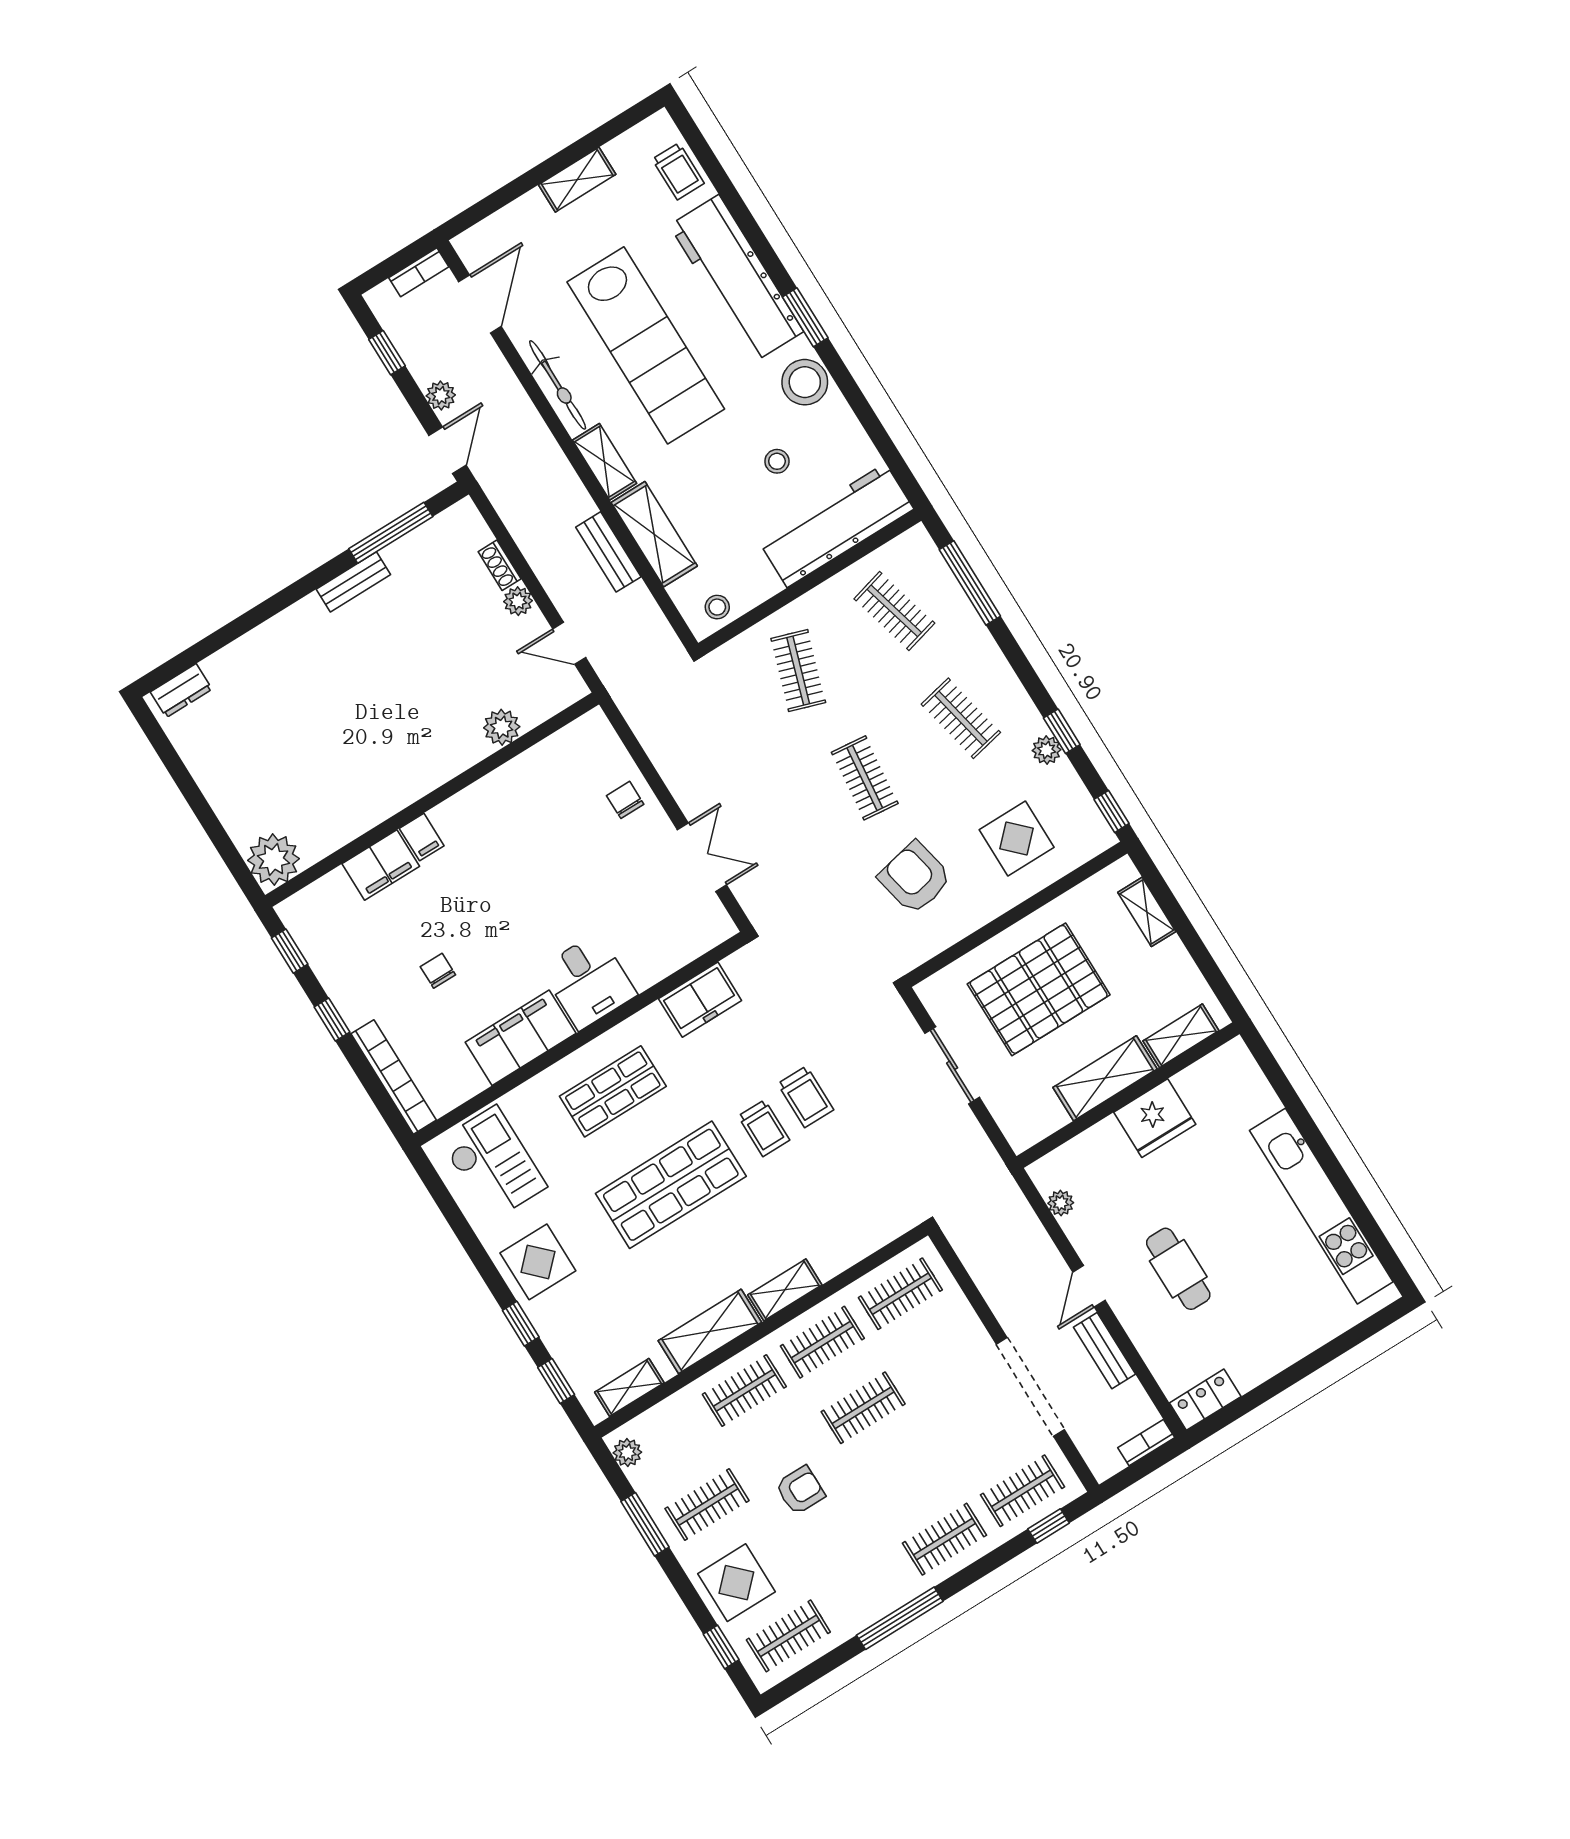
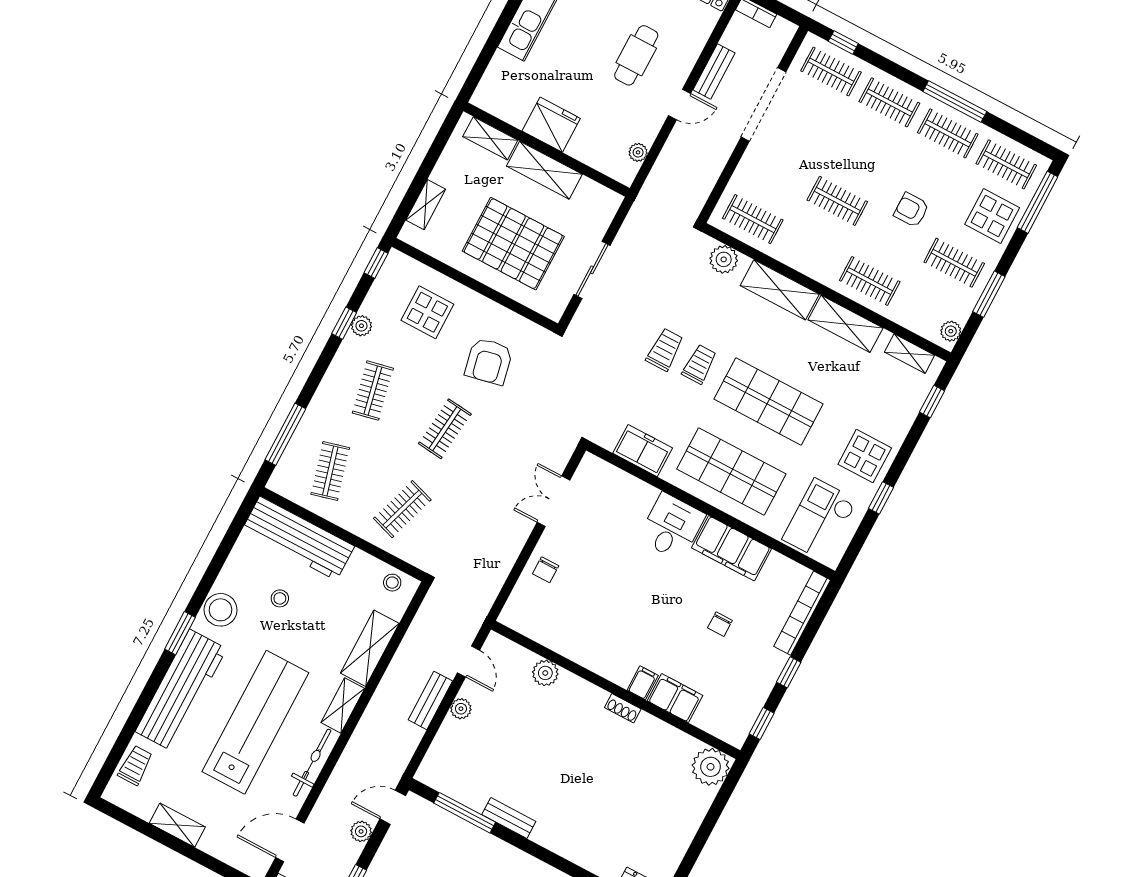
bench: (608, 552) -> (430, 700), moved
shoe rack: (500, 565) -> (623, 708), moved, turned 90
shop shelf: (613, 1091) -> (731, 472), width x1.43, depth x1.36
plant: (872, 1231) -> (724, 259), added
shelving: (785, 1290) -> (780, 290), width x1.50, depth x1.33
window: (521, 1324) -> (881, 498), moved
clothes rail: (822, 1342) -> (948, 133), moved
window: (721, 1647) -> (1038, 202), width x2.17

